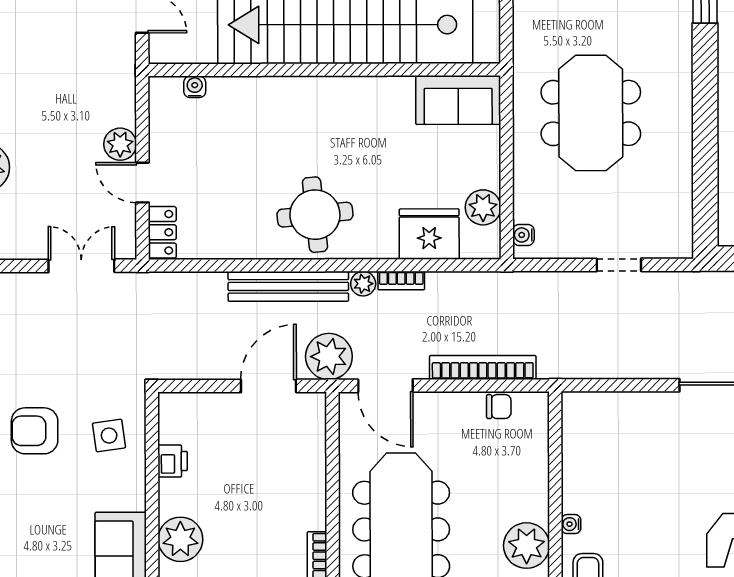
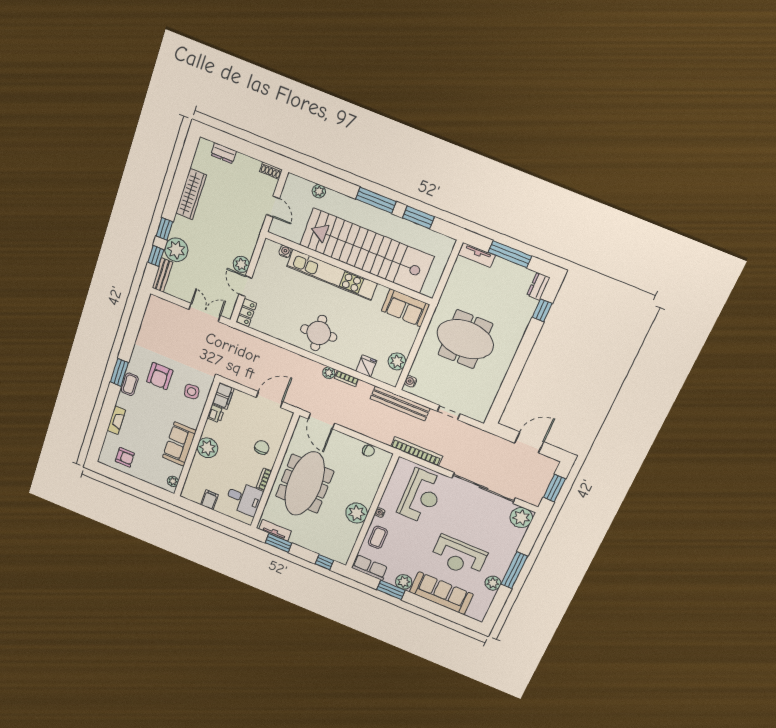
kitchen unit: (298, 94) -> (332, 275), added
meeting table: (591, 113) -> (465, 339), turned 90
fridge: (429, 234) -> (366, 366), width x0.53, depth x0.75
bench: (288, 286) -> (400, 403), moved
plant: (329, 357) -> (301, 398), removed
bookcase: (483, 367) -> (417, 451), moved
filing cabinet: (175, 417) -> (223, 396), added
armchair: (35, 431) -> (160, 376), turned -90
reception desk: (636, 454) -> (421, 496), added
chair: (289, 491) -> (262, 447), added

